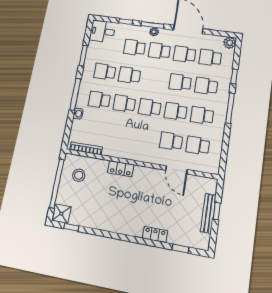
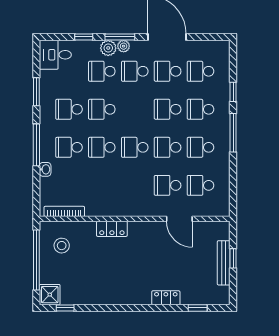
plant: (230, 43) -> (108, 48), moved

